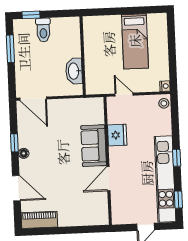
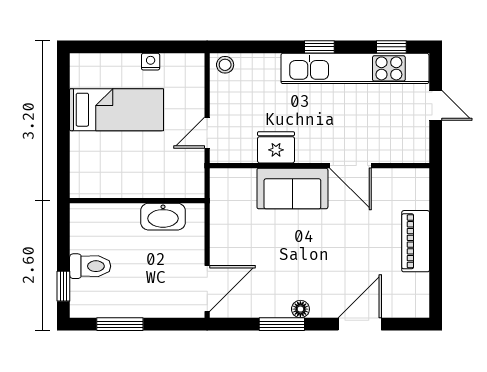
nightstand: (165, 86) -> (151, 62), moved
window: (14, 143) -> (282, 324), width x1.50
piano: (39, 220) -> (416, 241), moved

